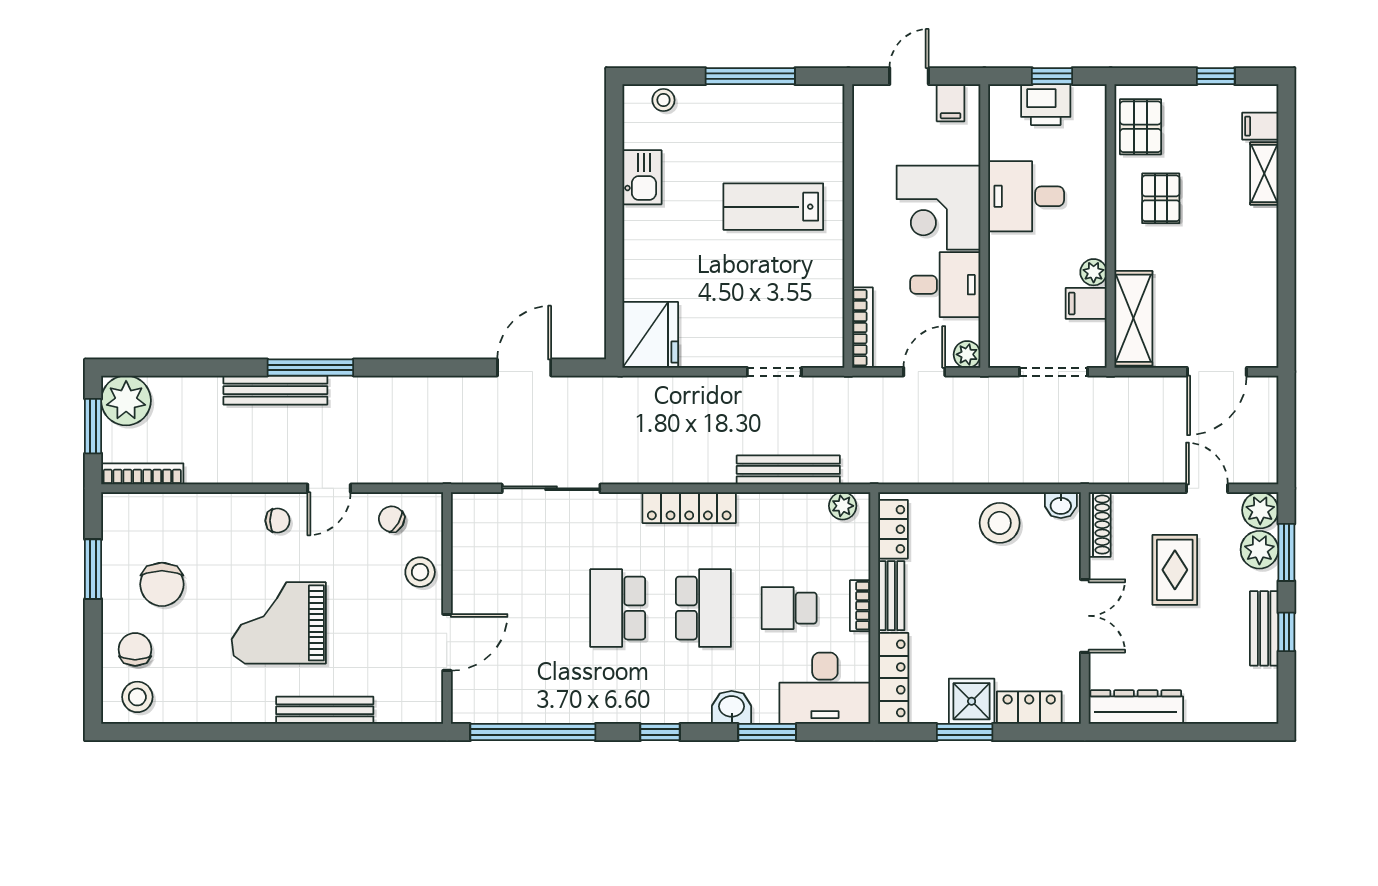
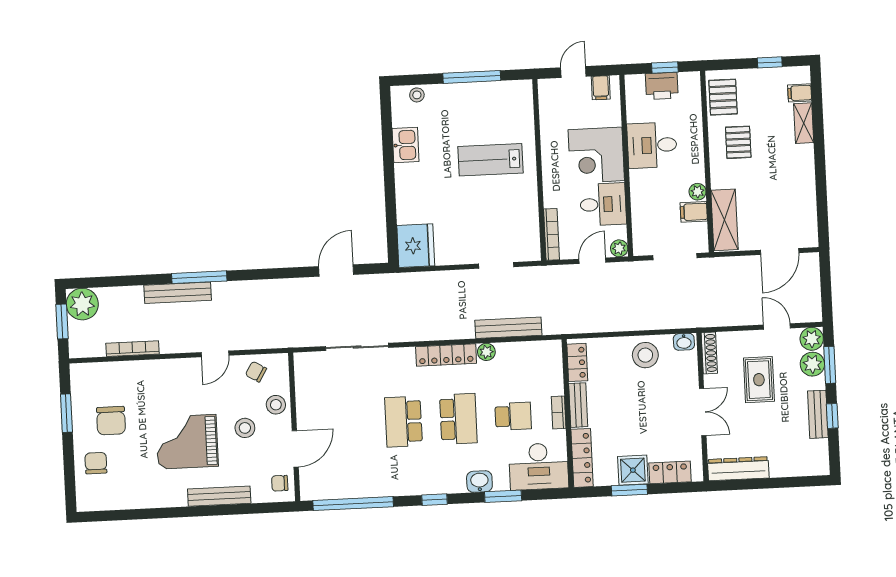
bookcase: (142, 474) -> (133, 349), moved
plant: (843, 506) -> (486, 352), moved
chair: (278, 521) -> (280, 483), moved, turned 180
school desk: (789, 608) -> (513, 416), turned 180
stool: (137, 697) -> (245, 428), moved

